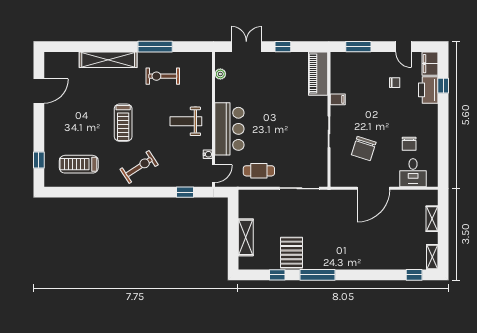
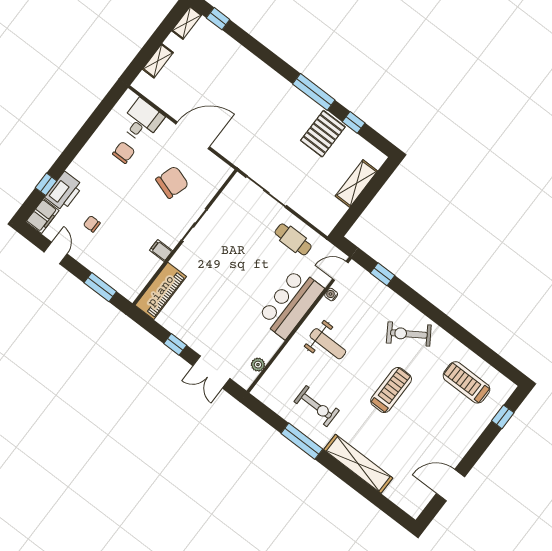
treadmill: (79, 164) -> (467, 382), turned 180

